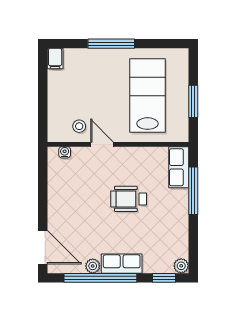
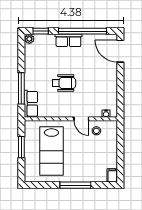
plant: (93, 266) -> (88, 39), removed

